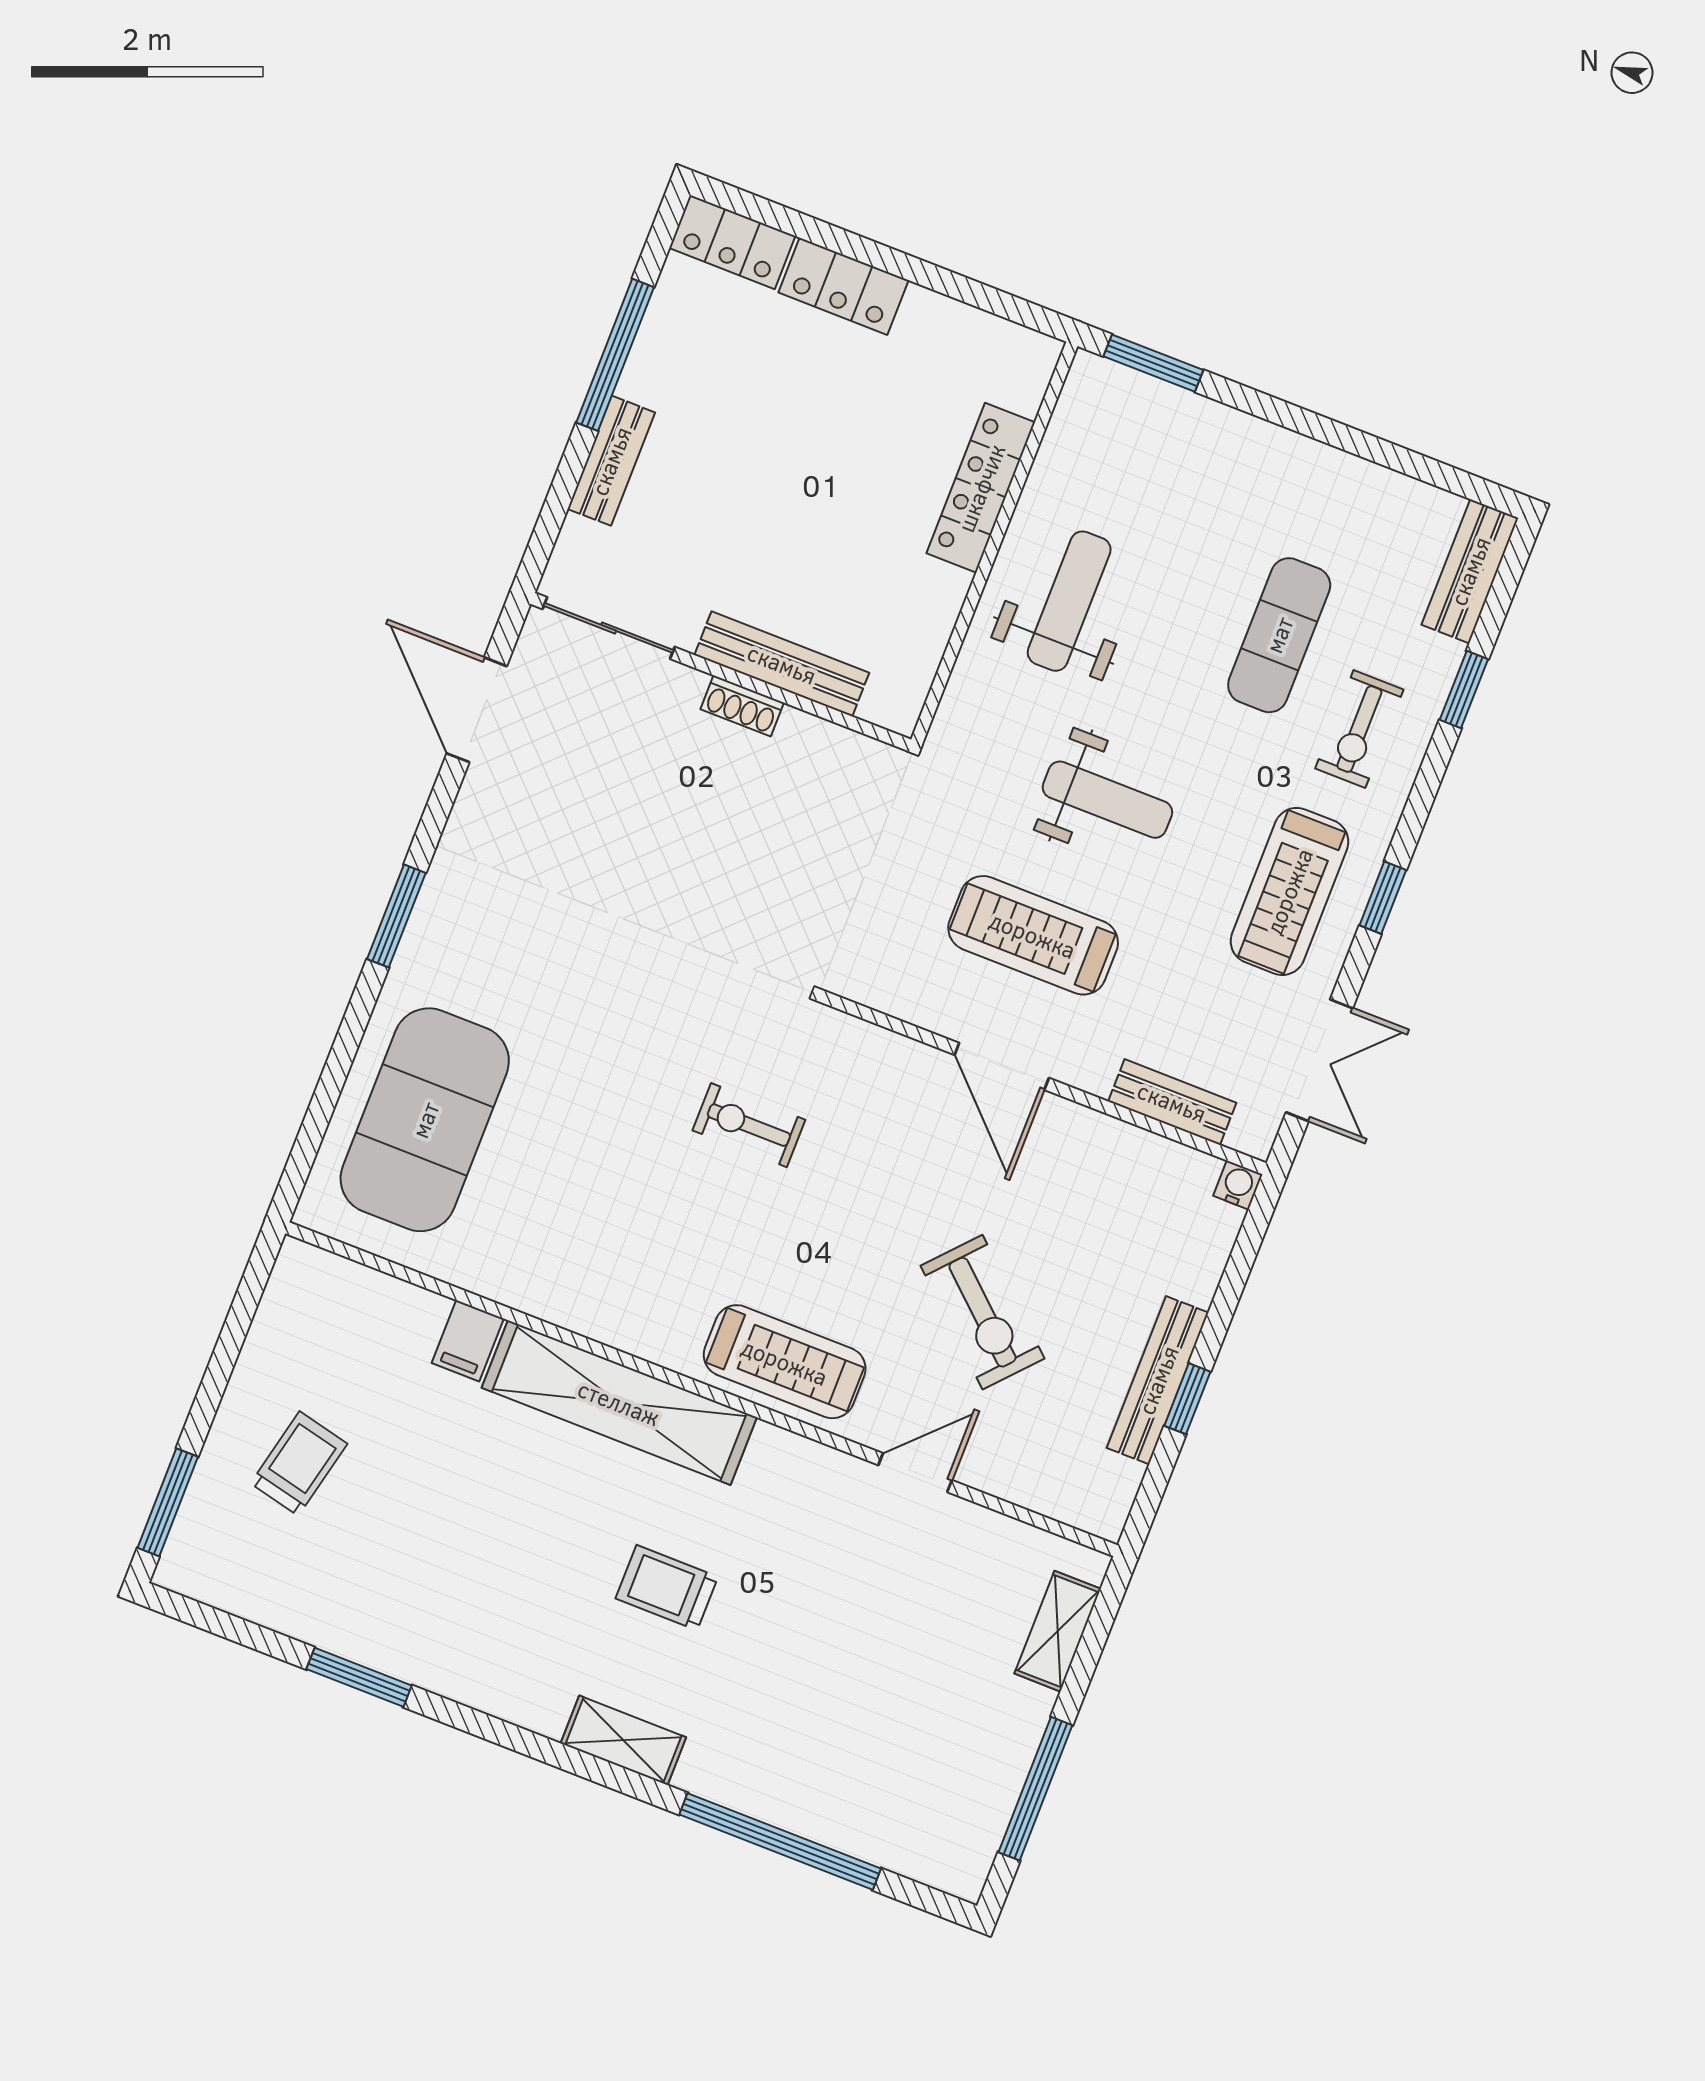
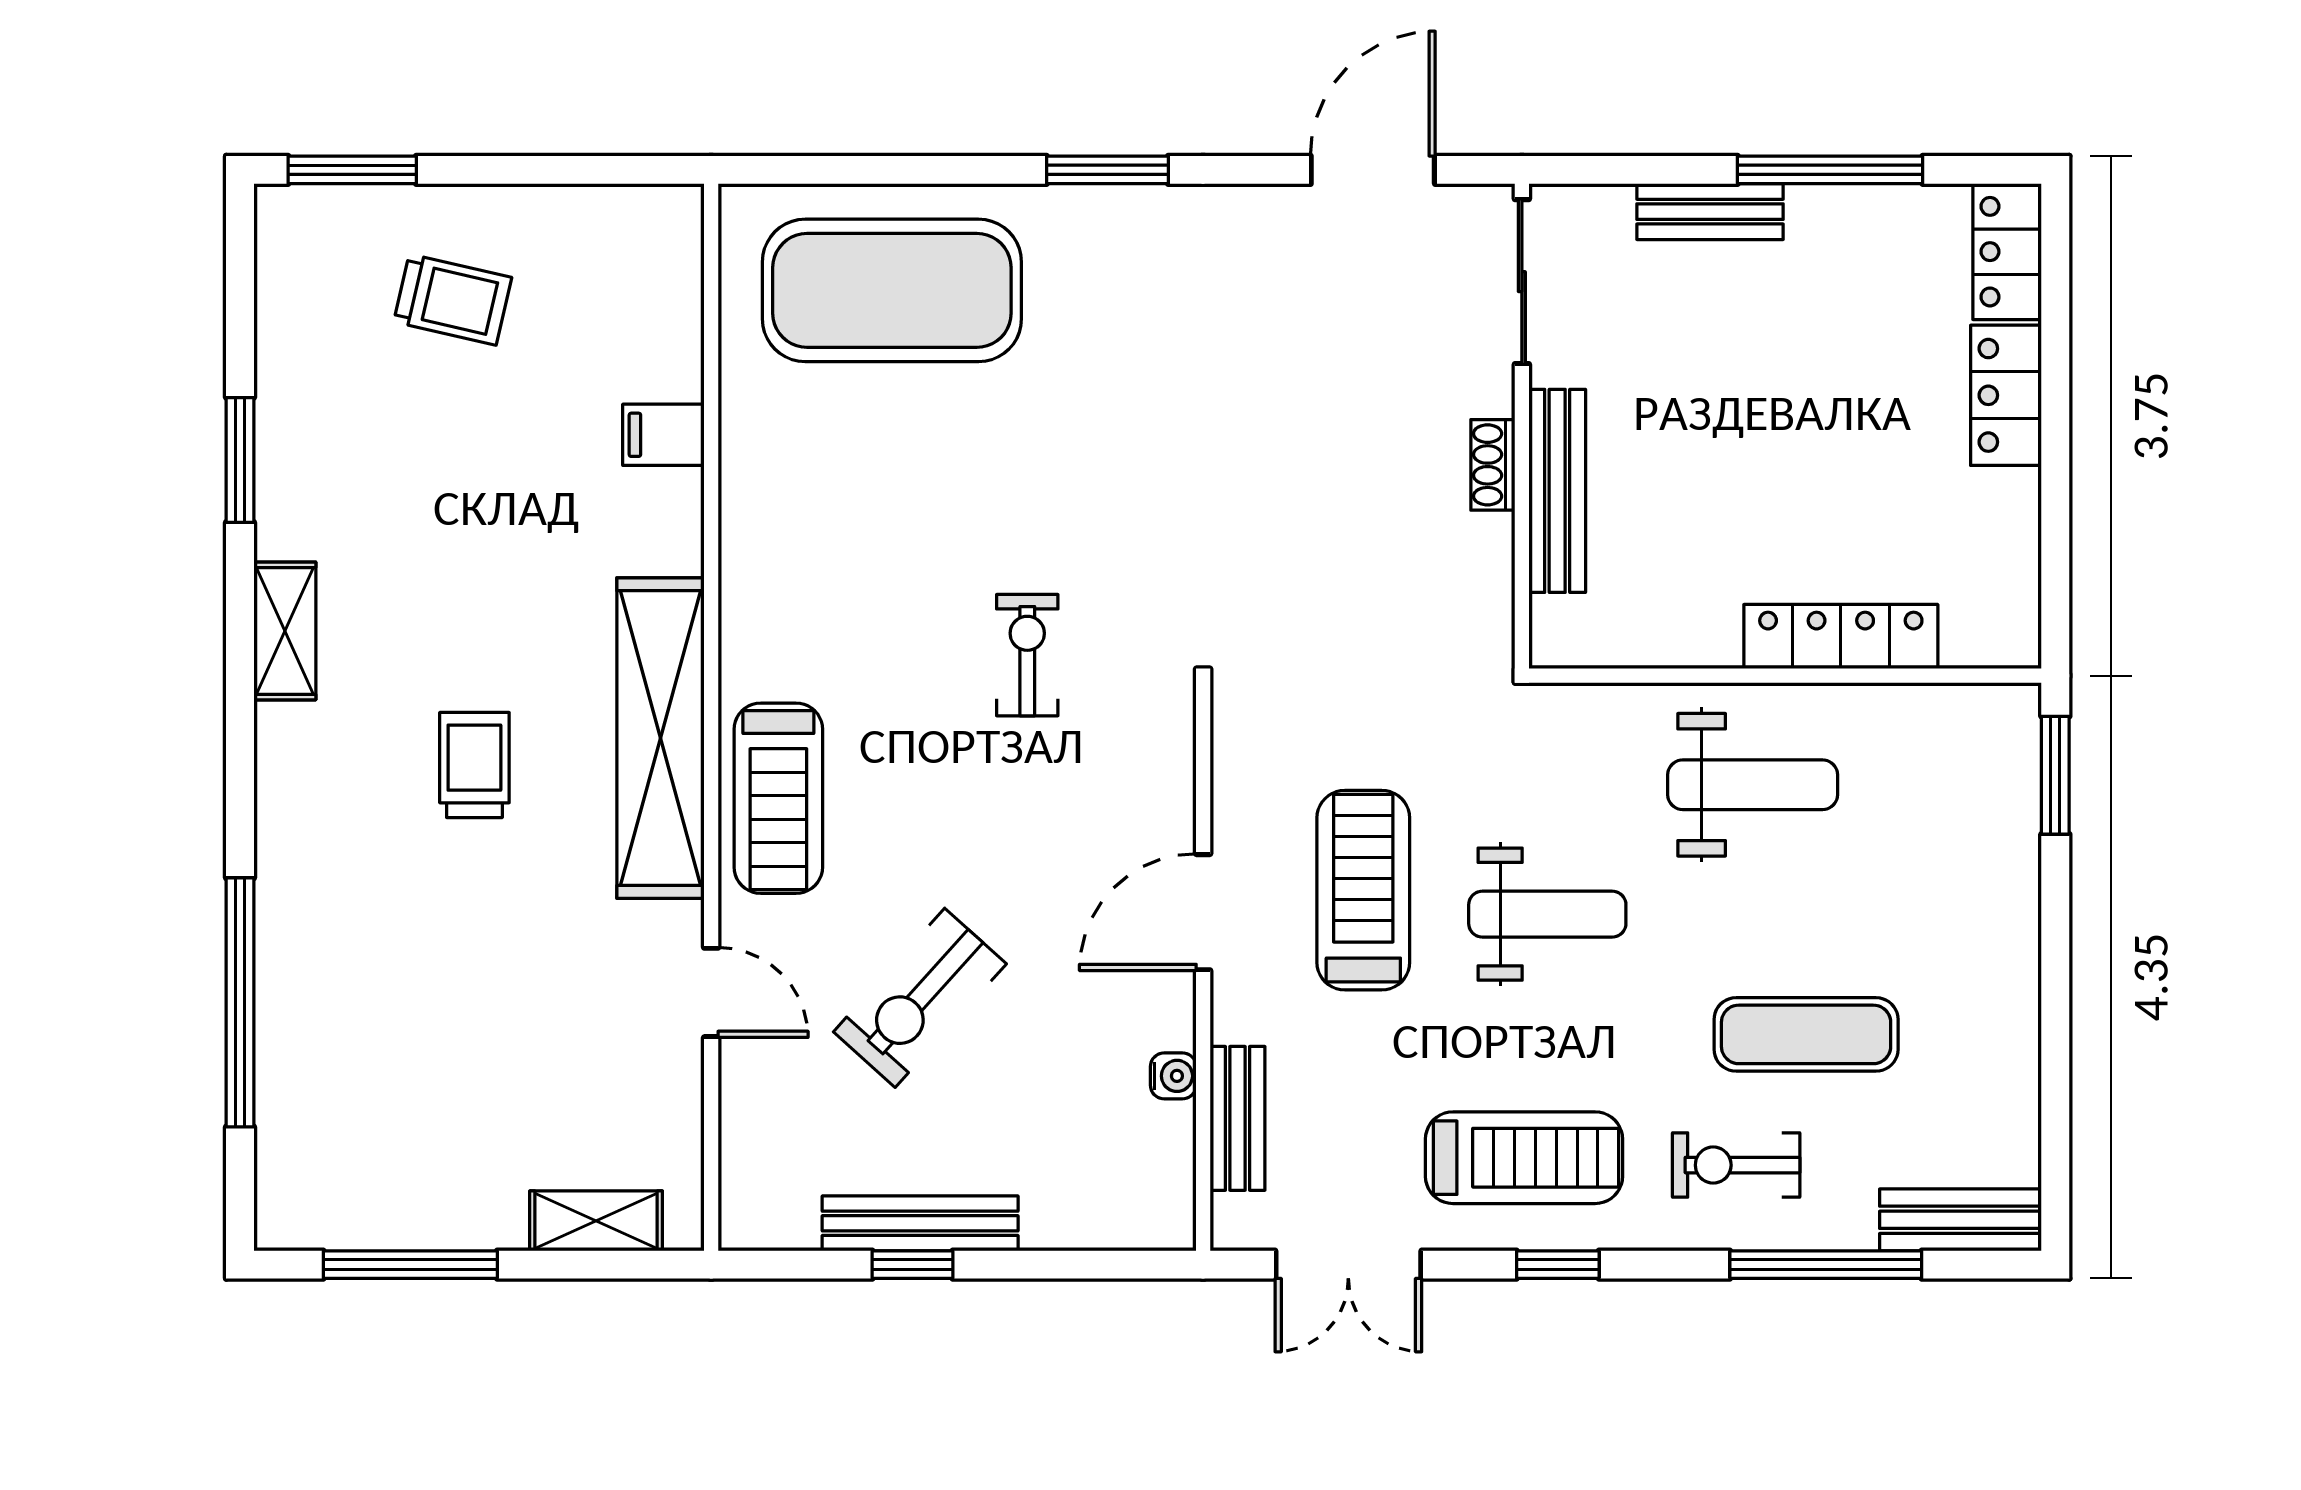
window: (1464, 690) -> (1826, 1265), width x2.17
weight bench: (1107, 800) -> (1547, 914), turned -90
treadmill: (1289, 891) -> (1524, 1158), turned 180
water cooler: (1238, 1185) -> (1173, 1076), moved
shelving: (619, 1403) -> (661, 738), moved
shelving: (623, 1740) -> (285, 631), moved

